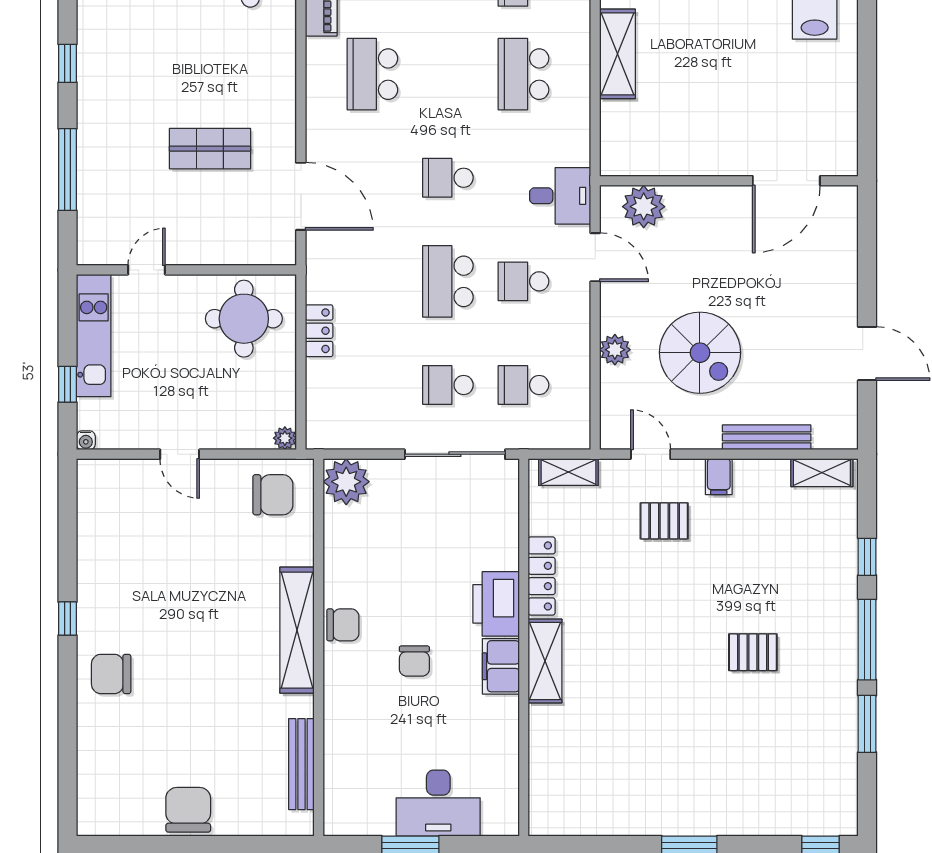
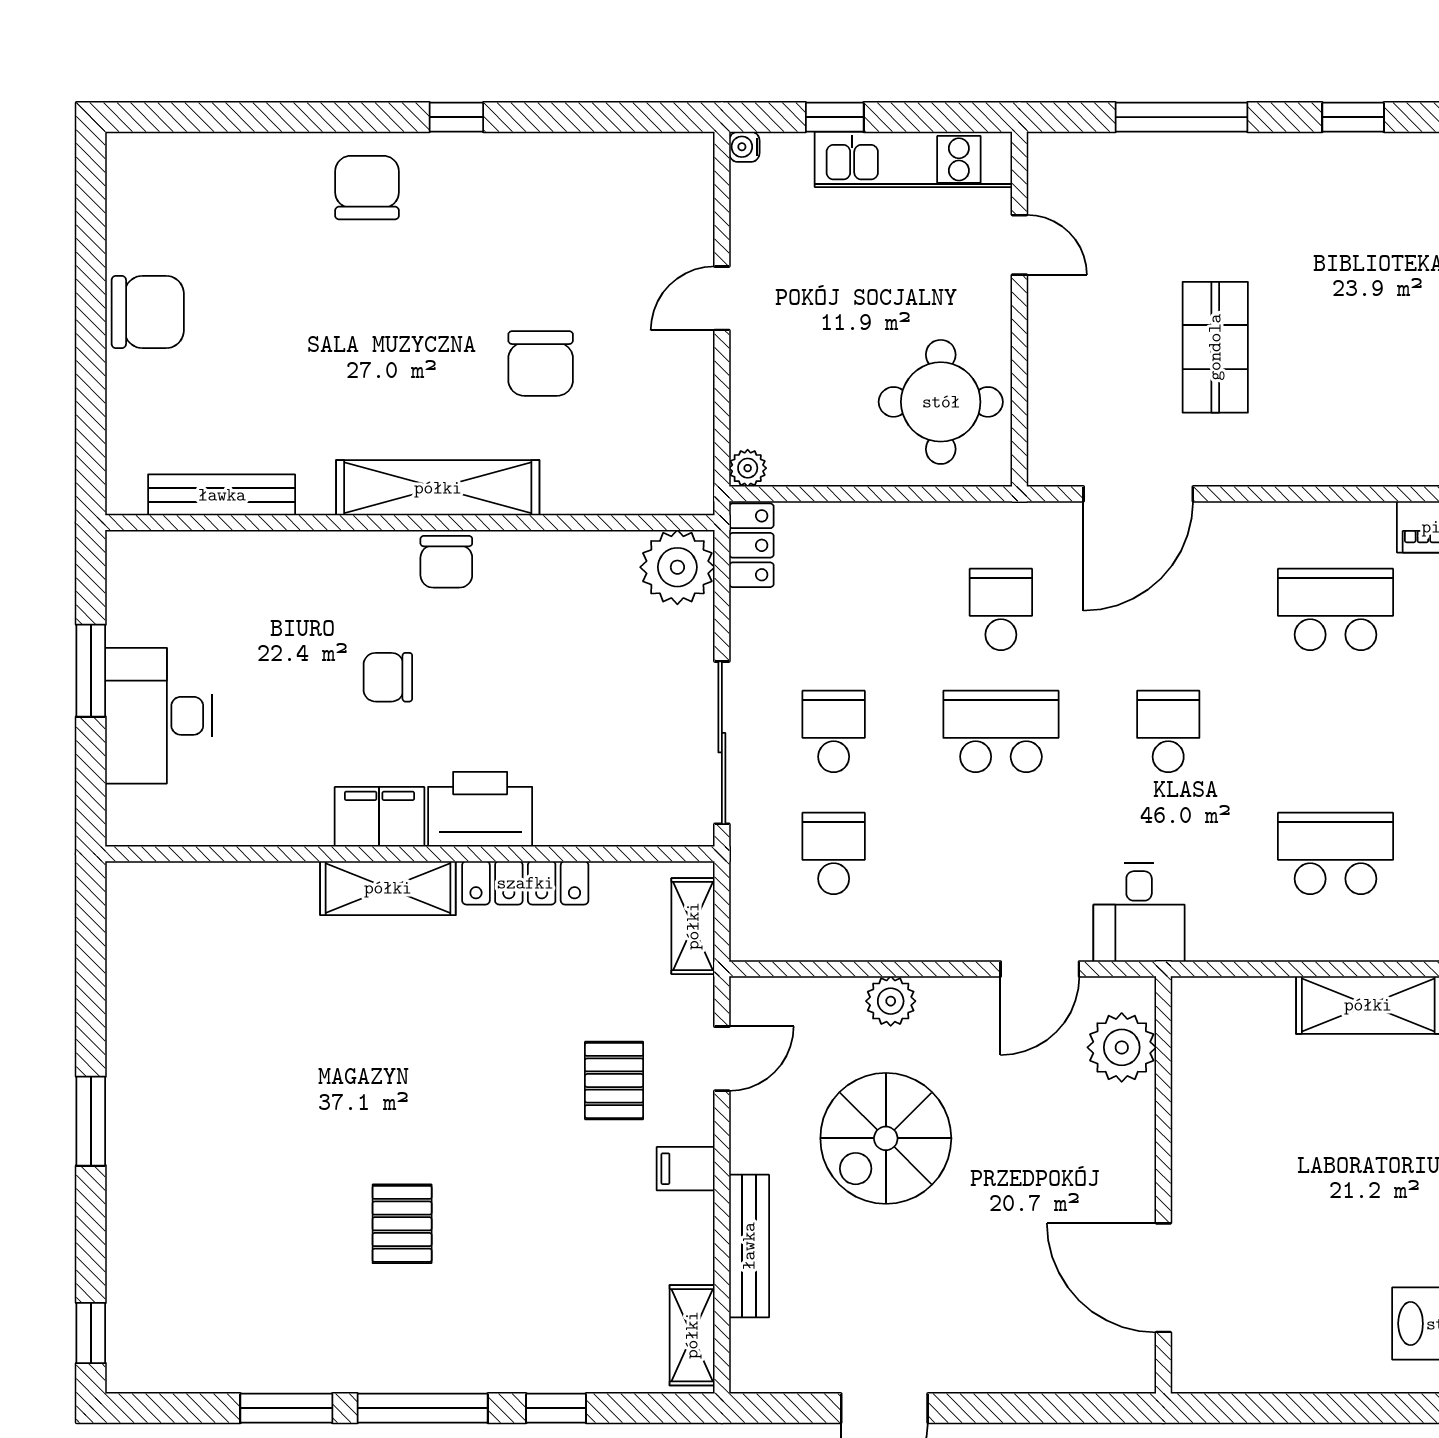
school desk: (524, 281) -> (1001, 609), moved
locker: (319, 331) -> (751, 545), moved, turned -90
chair: (273, 495) -> (541, 363), moved

